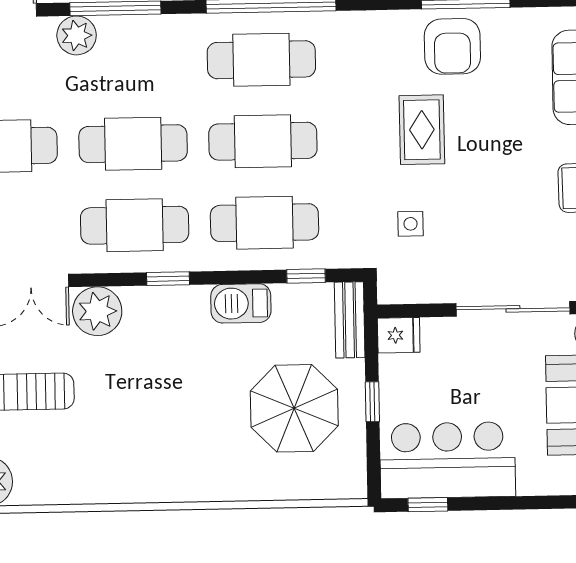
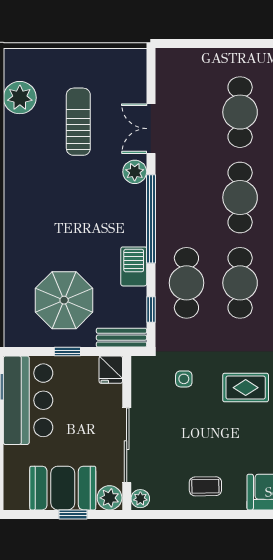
cafe table: (135, 225) -> (186, 197), removed
window: (168, 279) -> (151, 219), width x3.17
plant: (97, 311) -> (135, 172), width x0.73, depth x0.73

